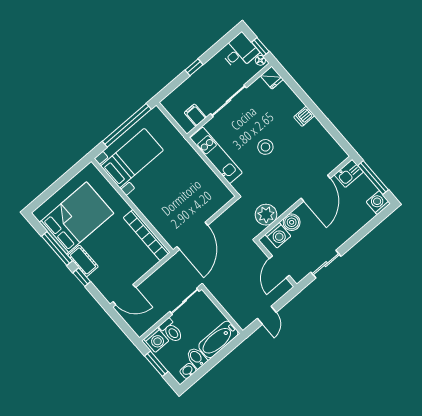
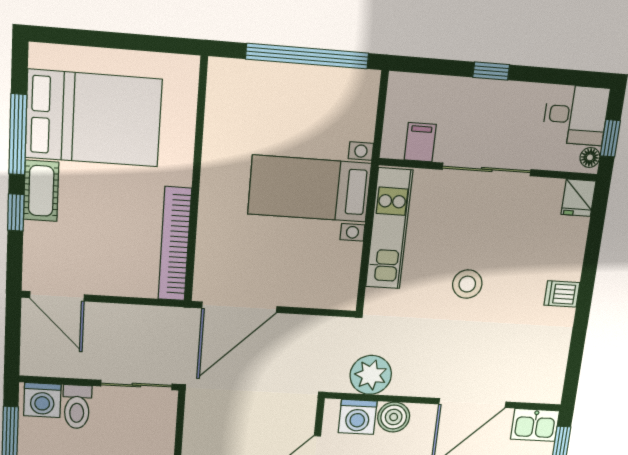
bed with nightstands: (132, 158) -> (309, 189), moved, turned 180

